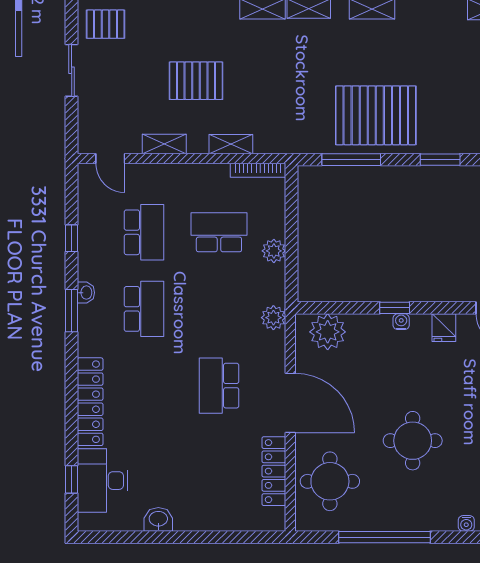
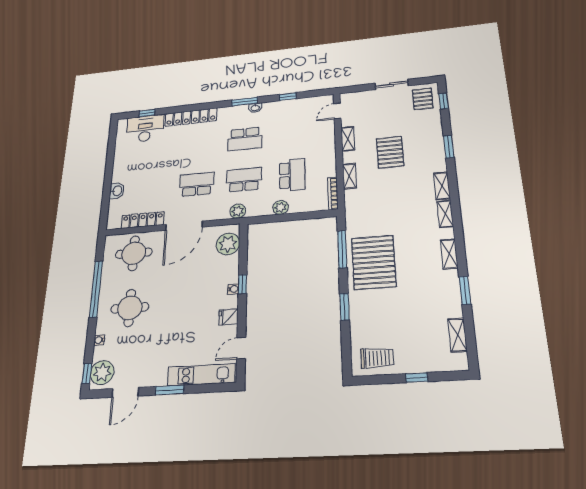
school desk: (144, 232) -> (244, 180), moved, turned 180
round table: (413, 441) -> (130, 308), moved
washbasin: (158, 519) -> (117, 191), moved

